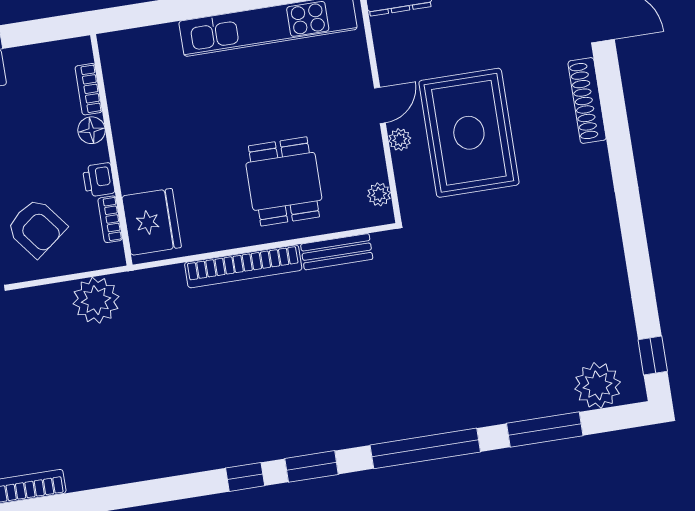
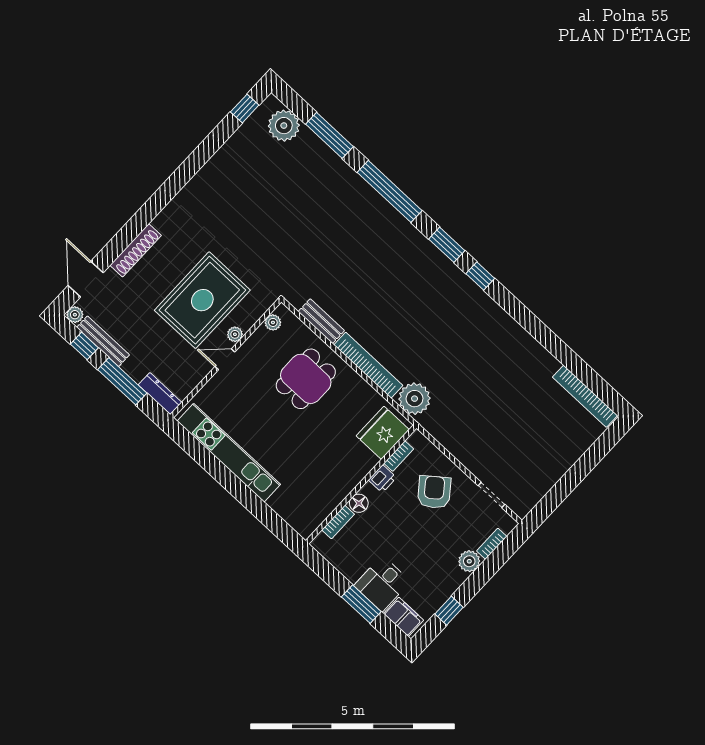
plant: (96, 300) -> (415, 399), moved

